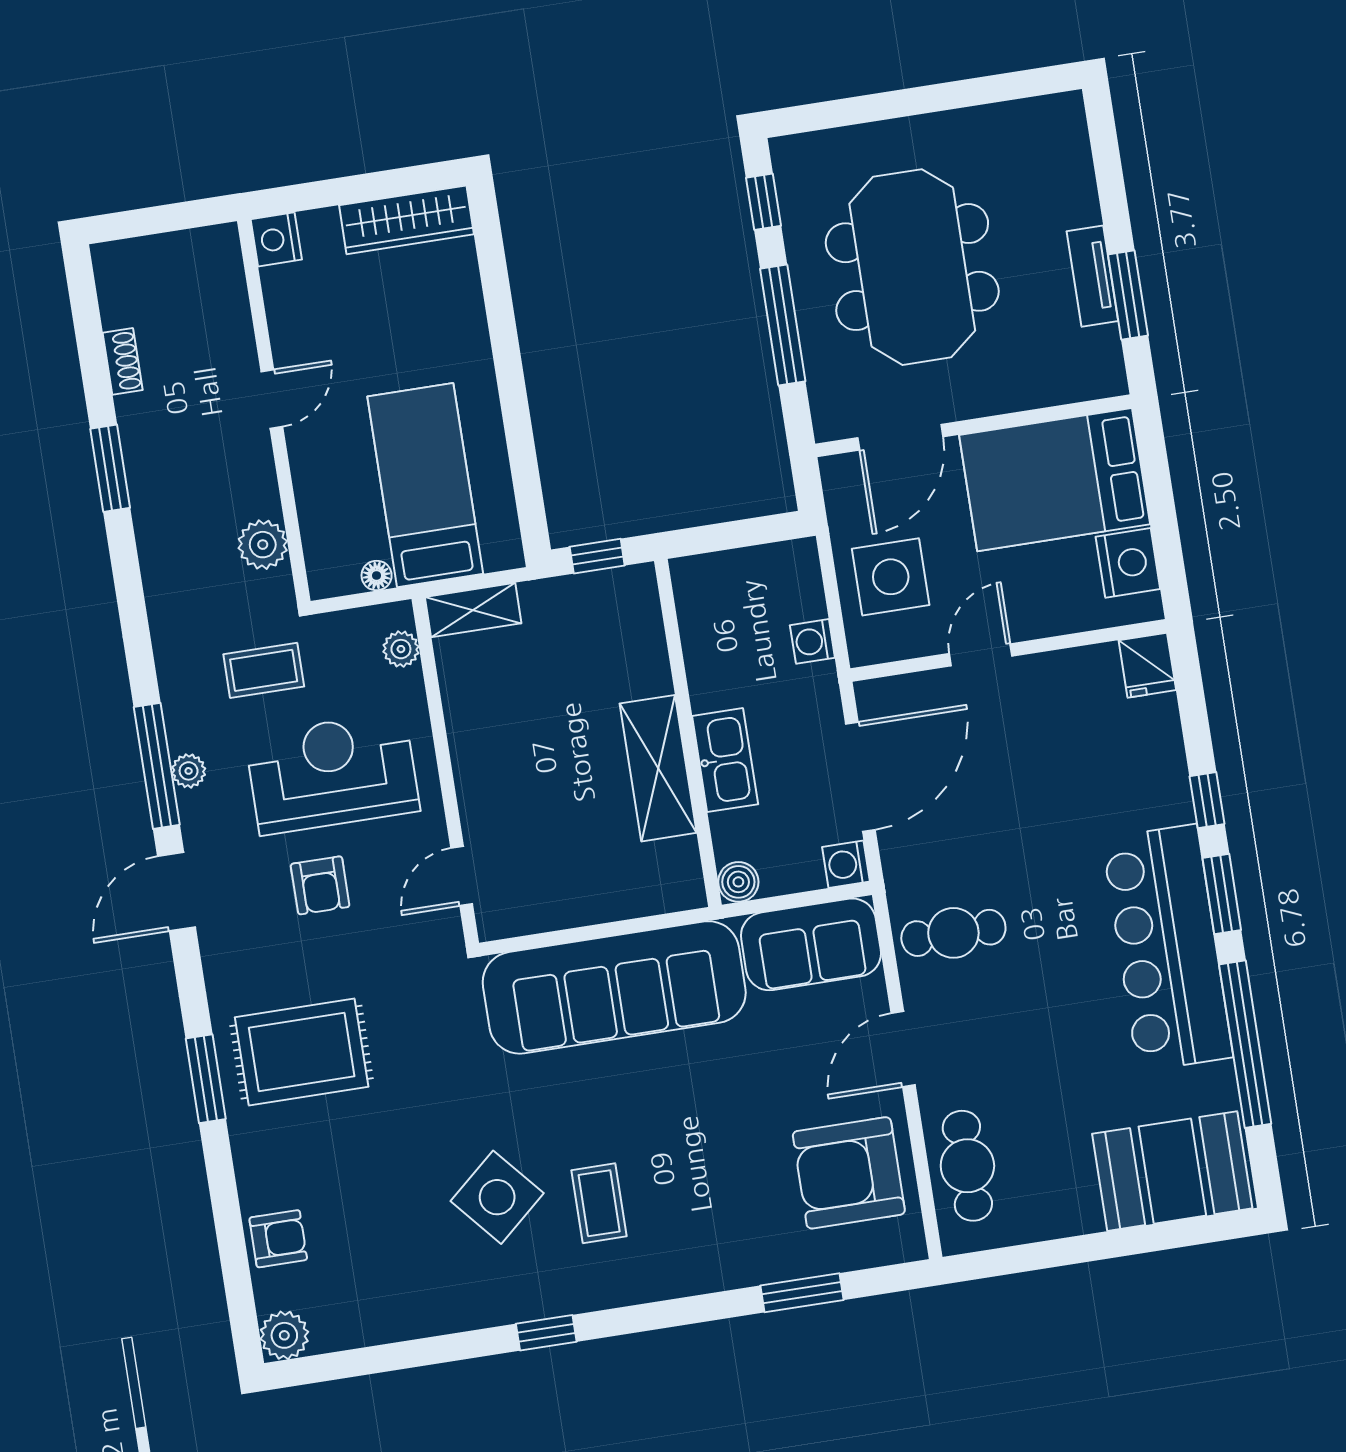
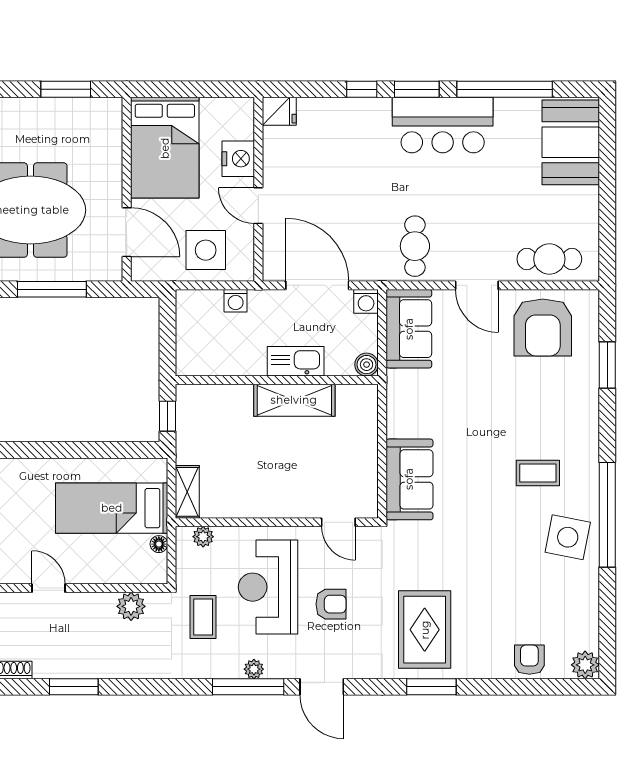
tv unit: (1092, 276) -> (52, 108), removed
nightstand: (1128, 563) -> (238, 159), moved, turned 90
bar counter: (1168, 948) -> (443, 125), width x0.73
sofa: (614, 987) -> (409, 479), width x0.54, depth x0.79
side table: (497, 1197) -> (568, 537), moved, turned -38
window: (546, 1333) -> (607, 515), width x3.17

